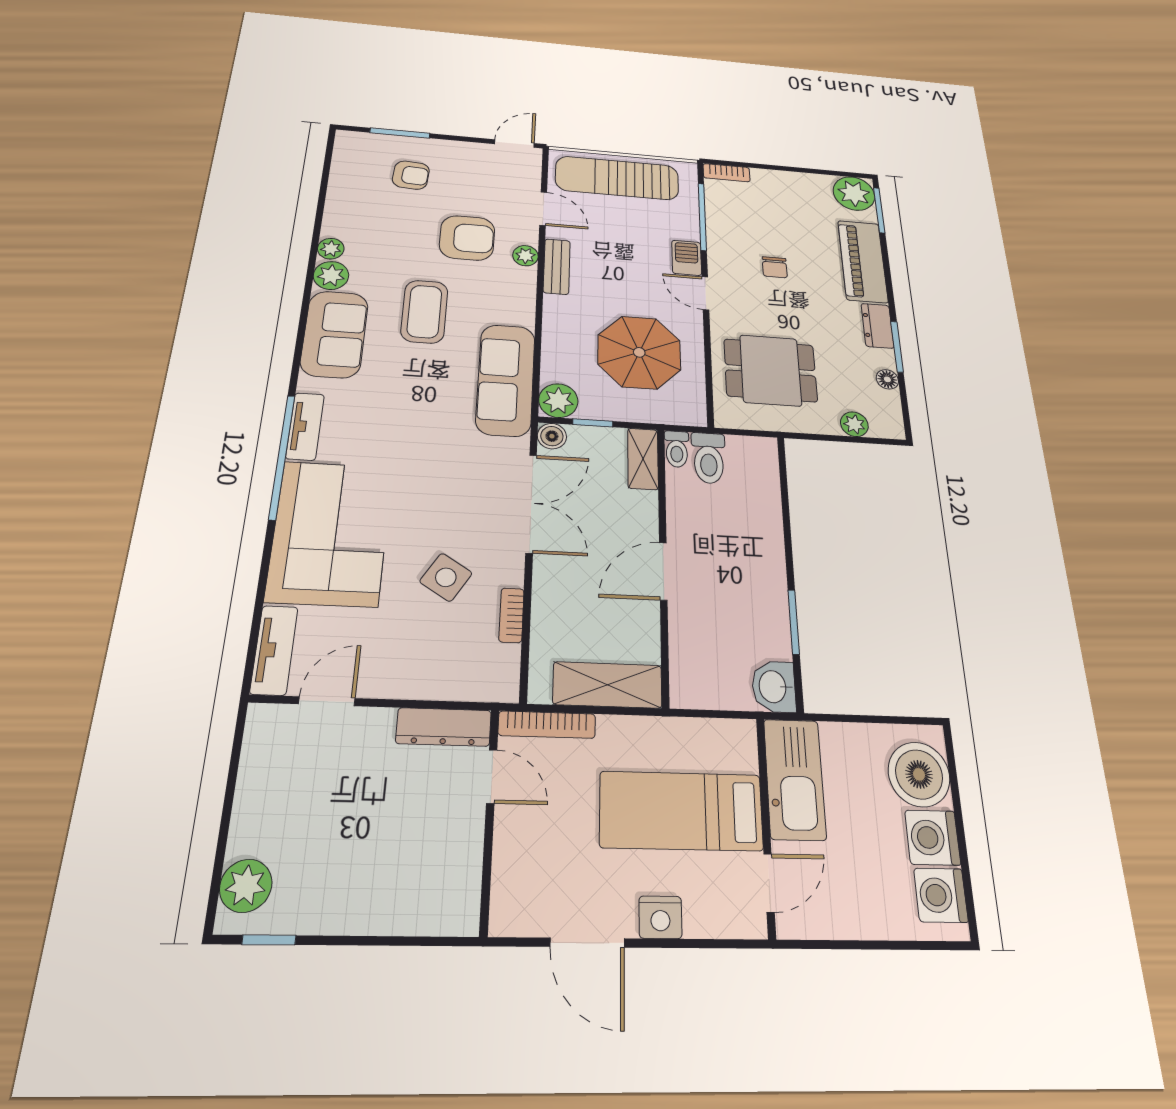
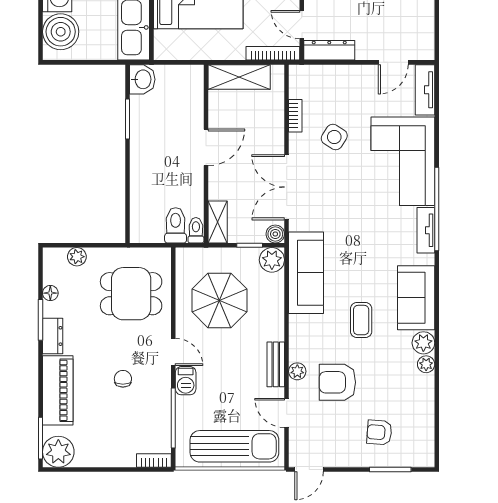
coffee table: (424, 312) -> (361, 320), width x0.73, depth x0.77

